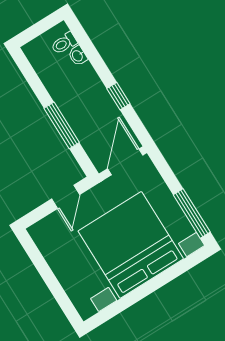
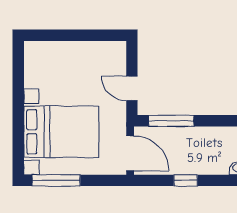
window: (62, 125) -> (171, 121), moved
bed with nightstands: (131, 245) -> (61, 132), width x0.73

